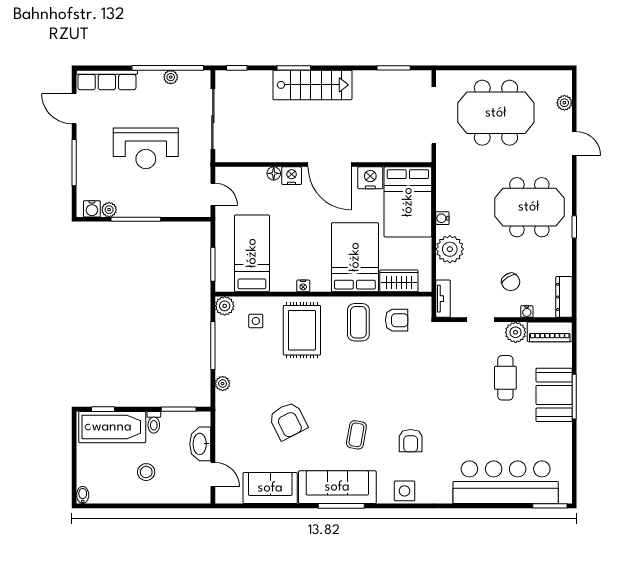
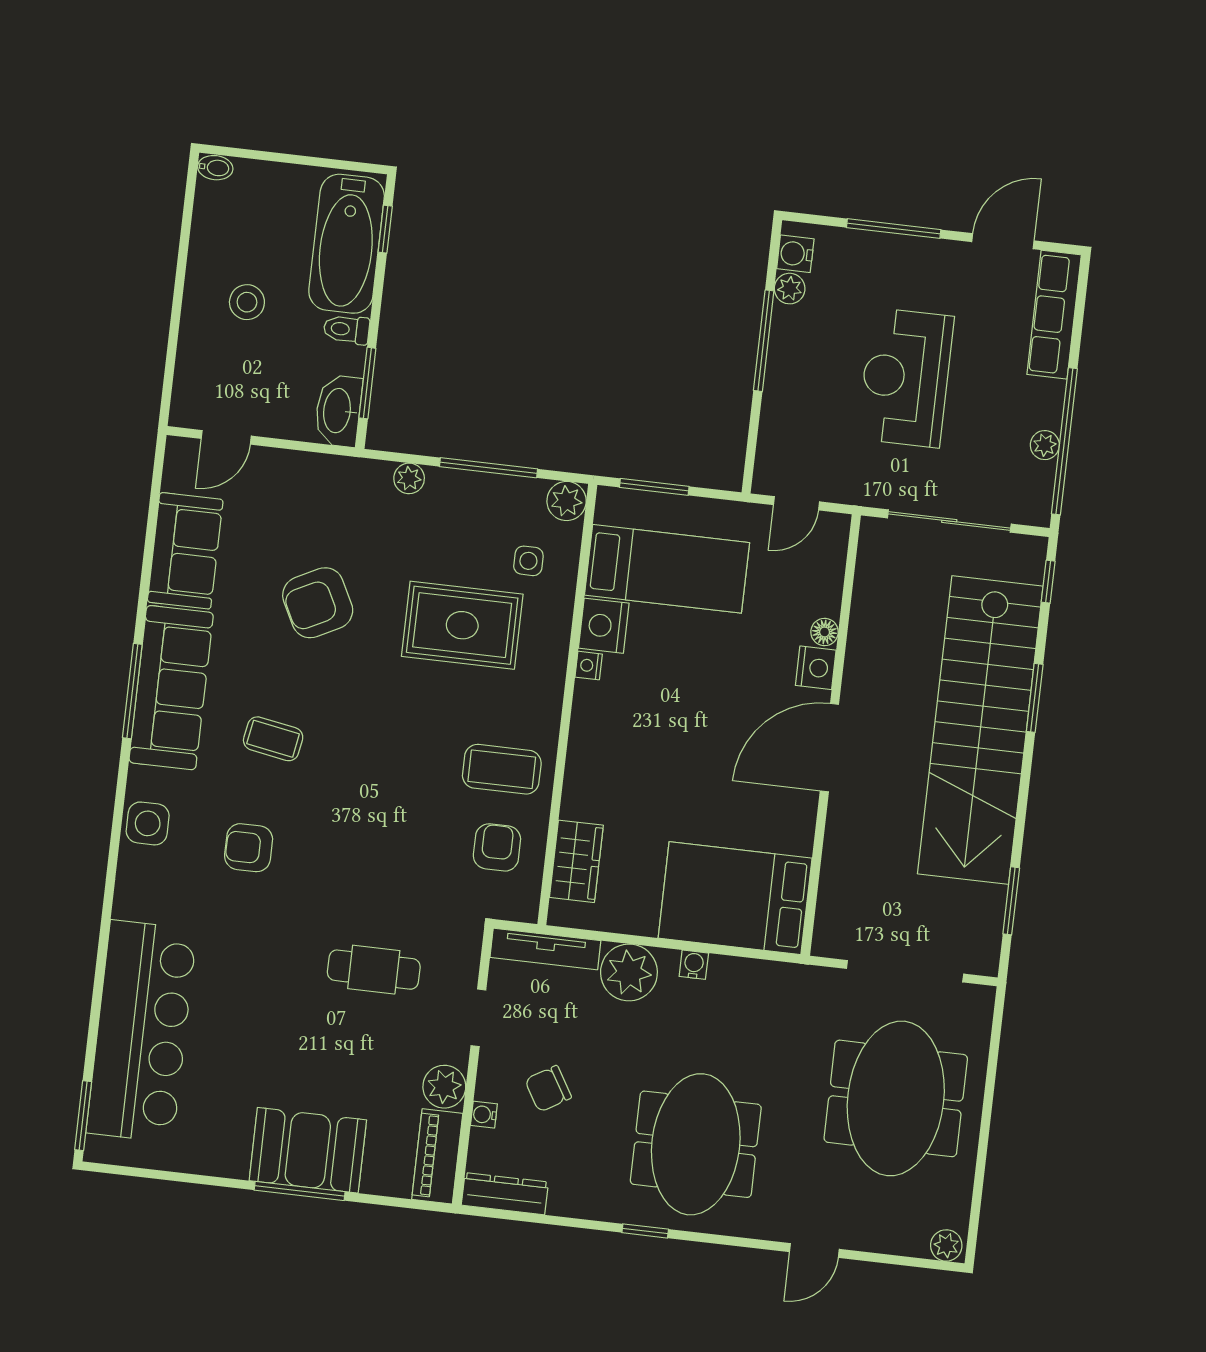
stairs: (312, 85) -> (980, 730), width x1.86, depth x1.51
plant: (564, 103) -> (946, 1245), moved
nightstand: (370, 178) -> (604, 626), moved, turned 180
bed: (355, 257) -> (635, 778), removed
tv unit: (443, 299) -> (545, 949), width x1.41
armchair: (397, 320) -> (497, 847), turned 180
rug: (302, 330) -> (462, 625), moved
cafe table: (505, 378) -> (374, 970), moved
washbasin: (200, 444) -> (338, 411), moved, turned -90

